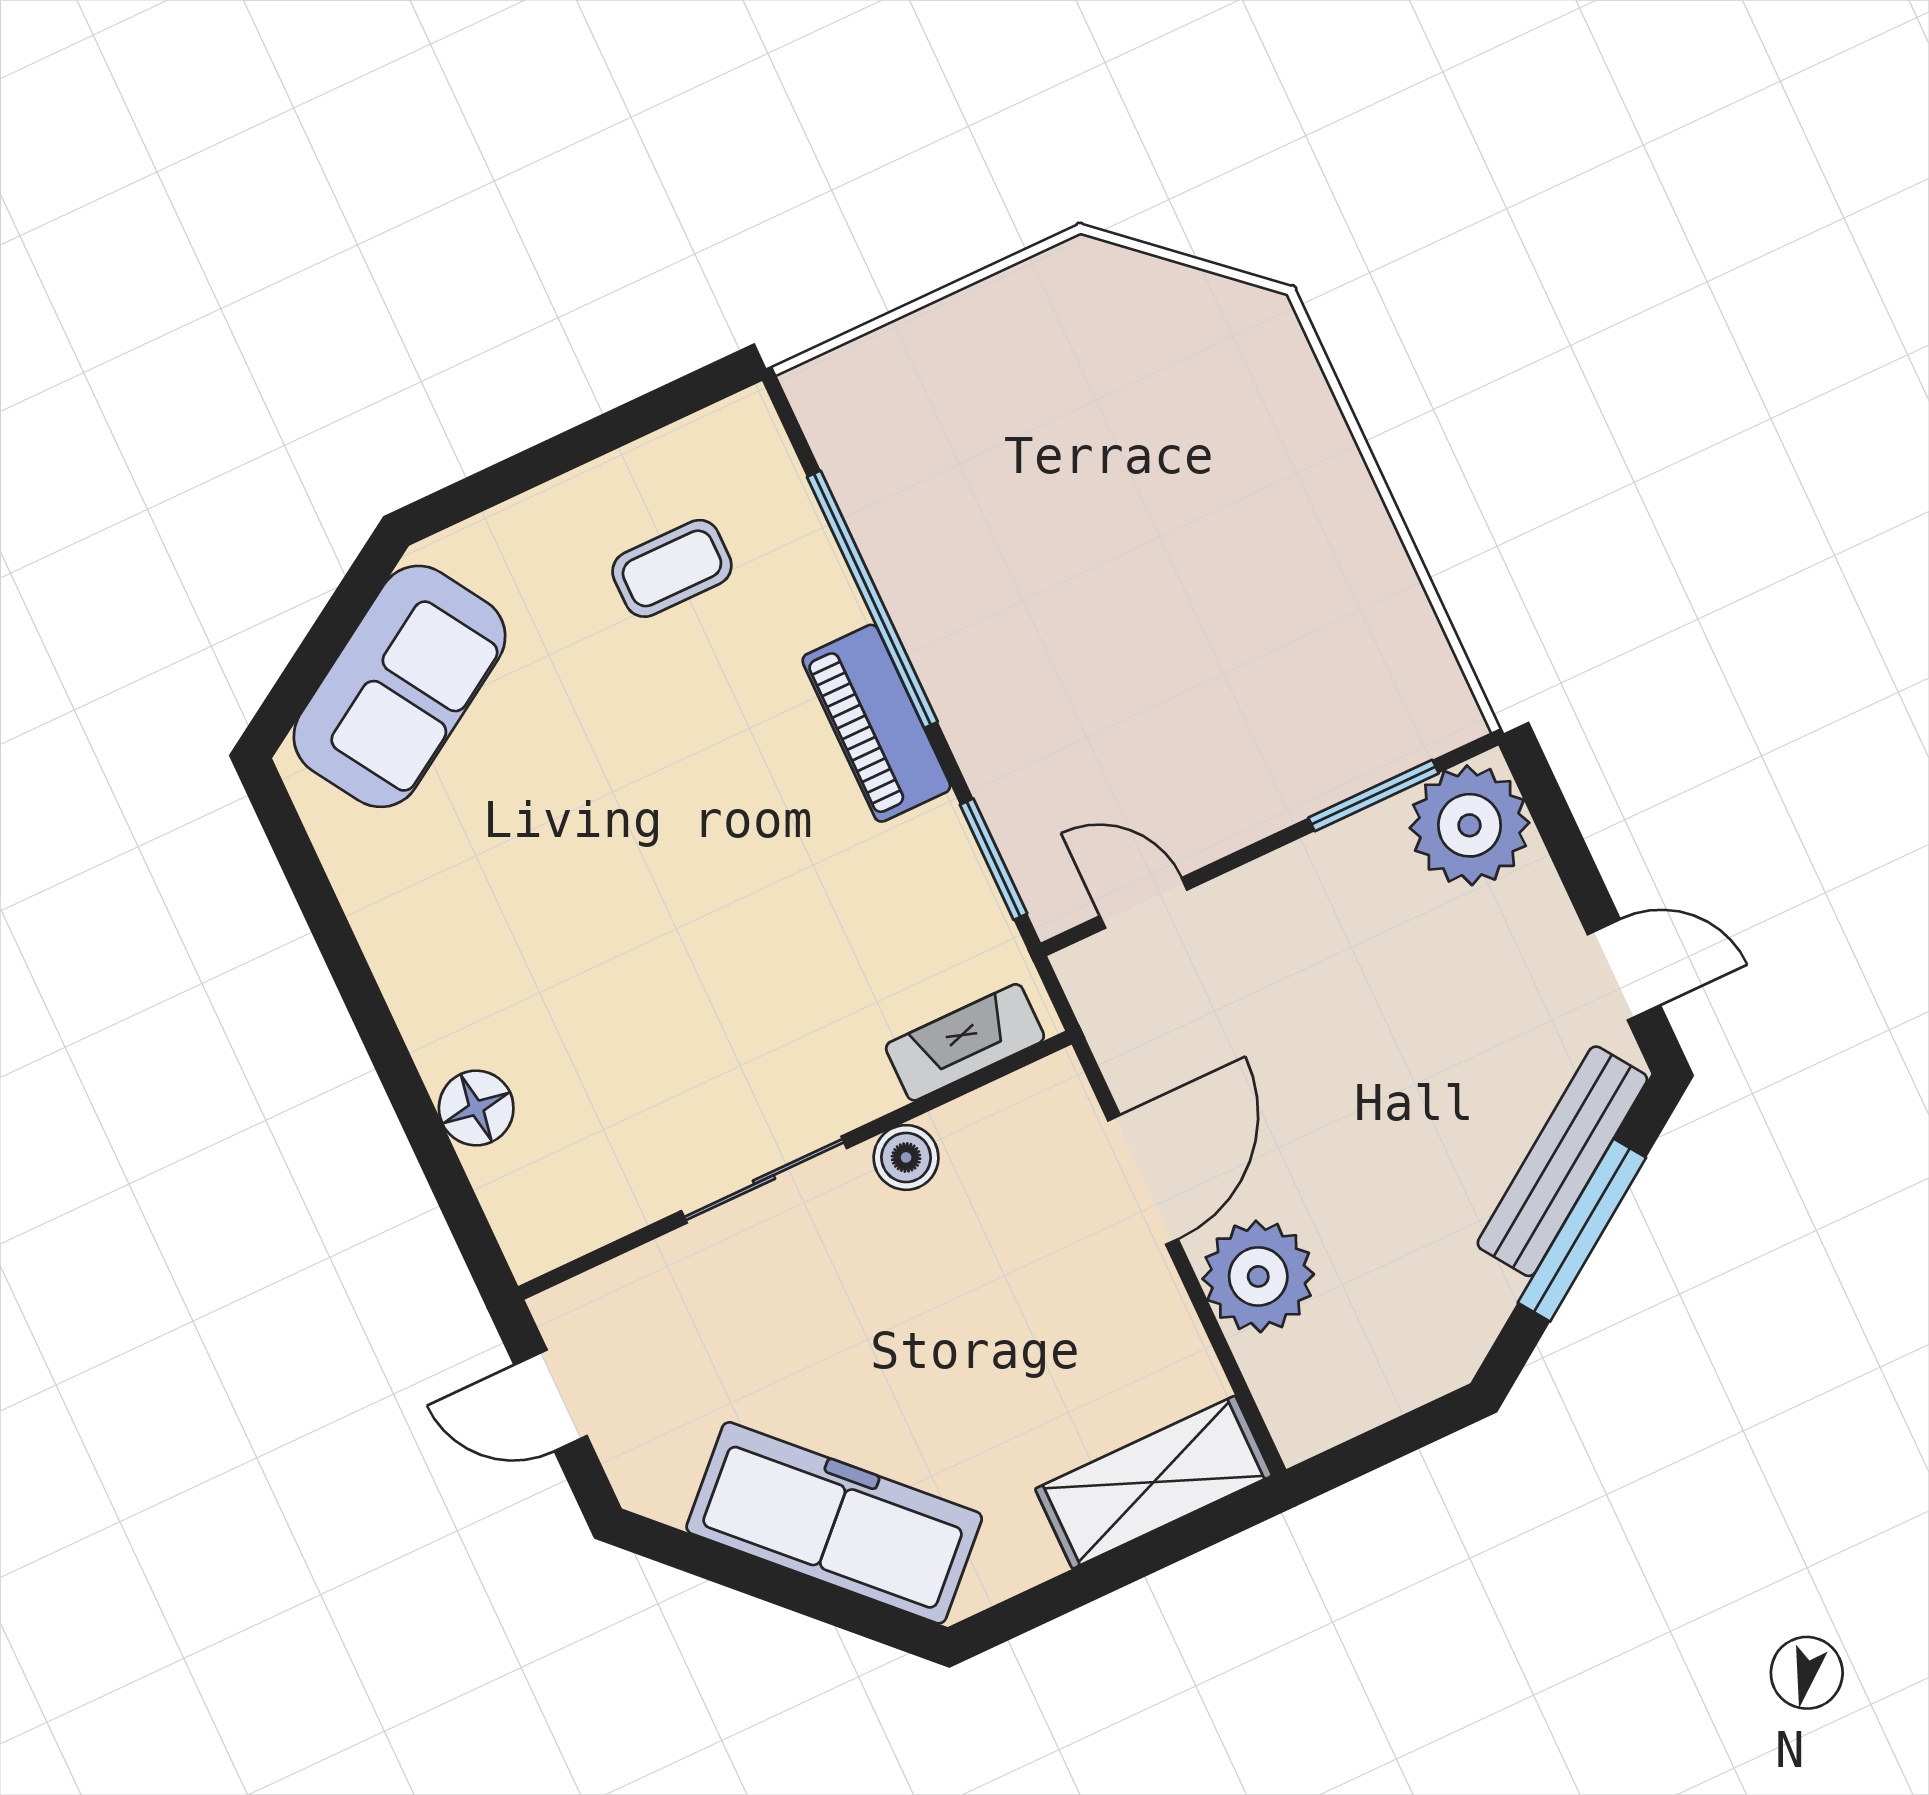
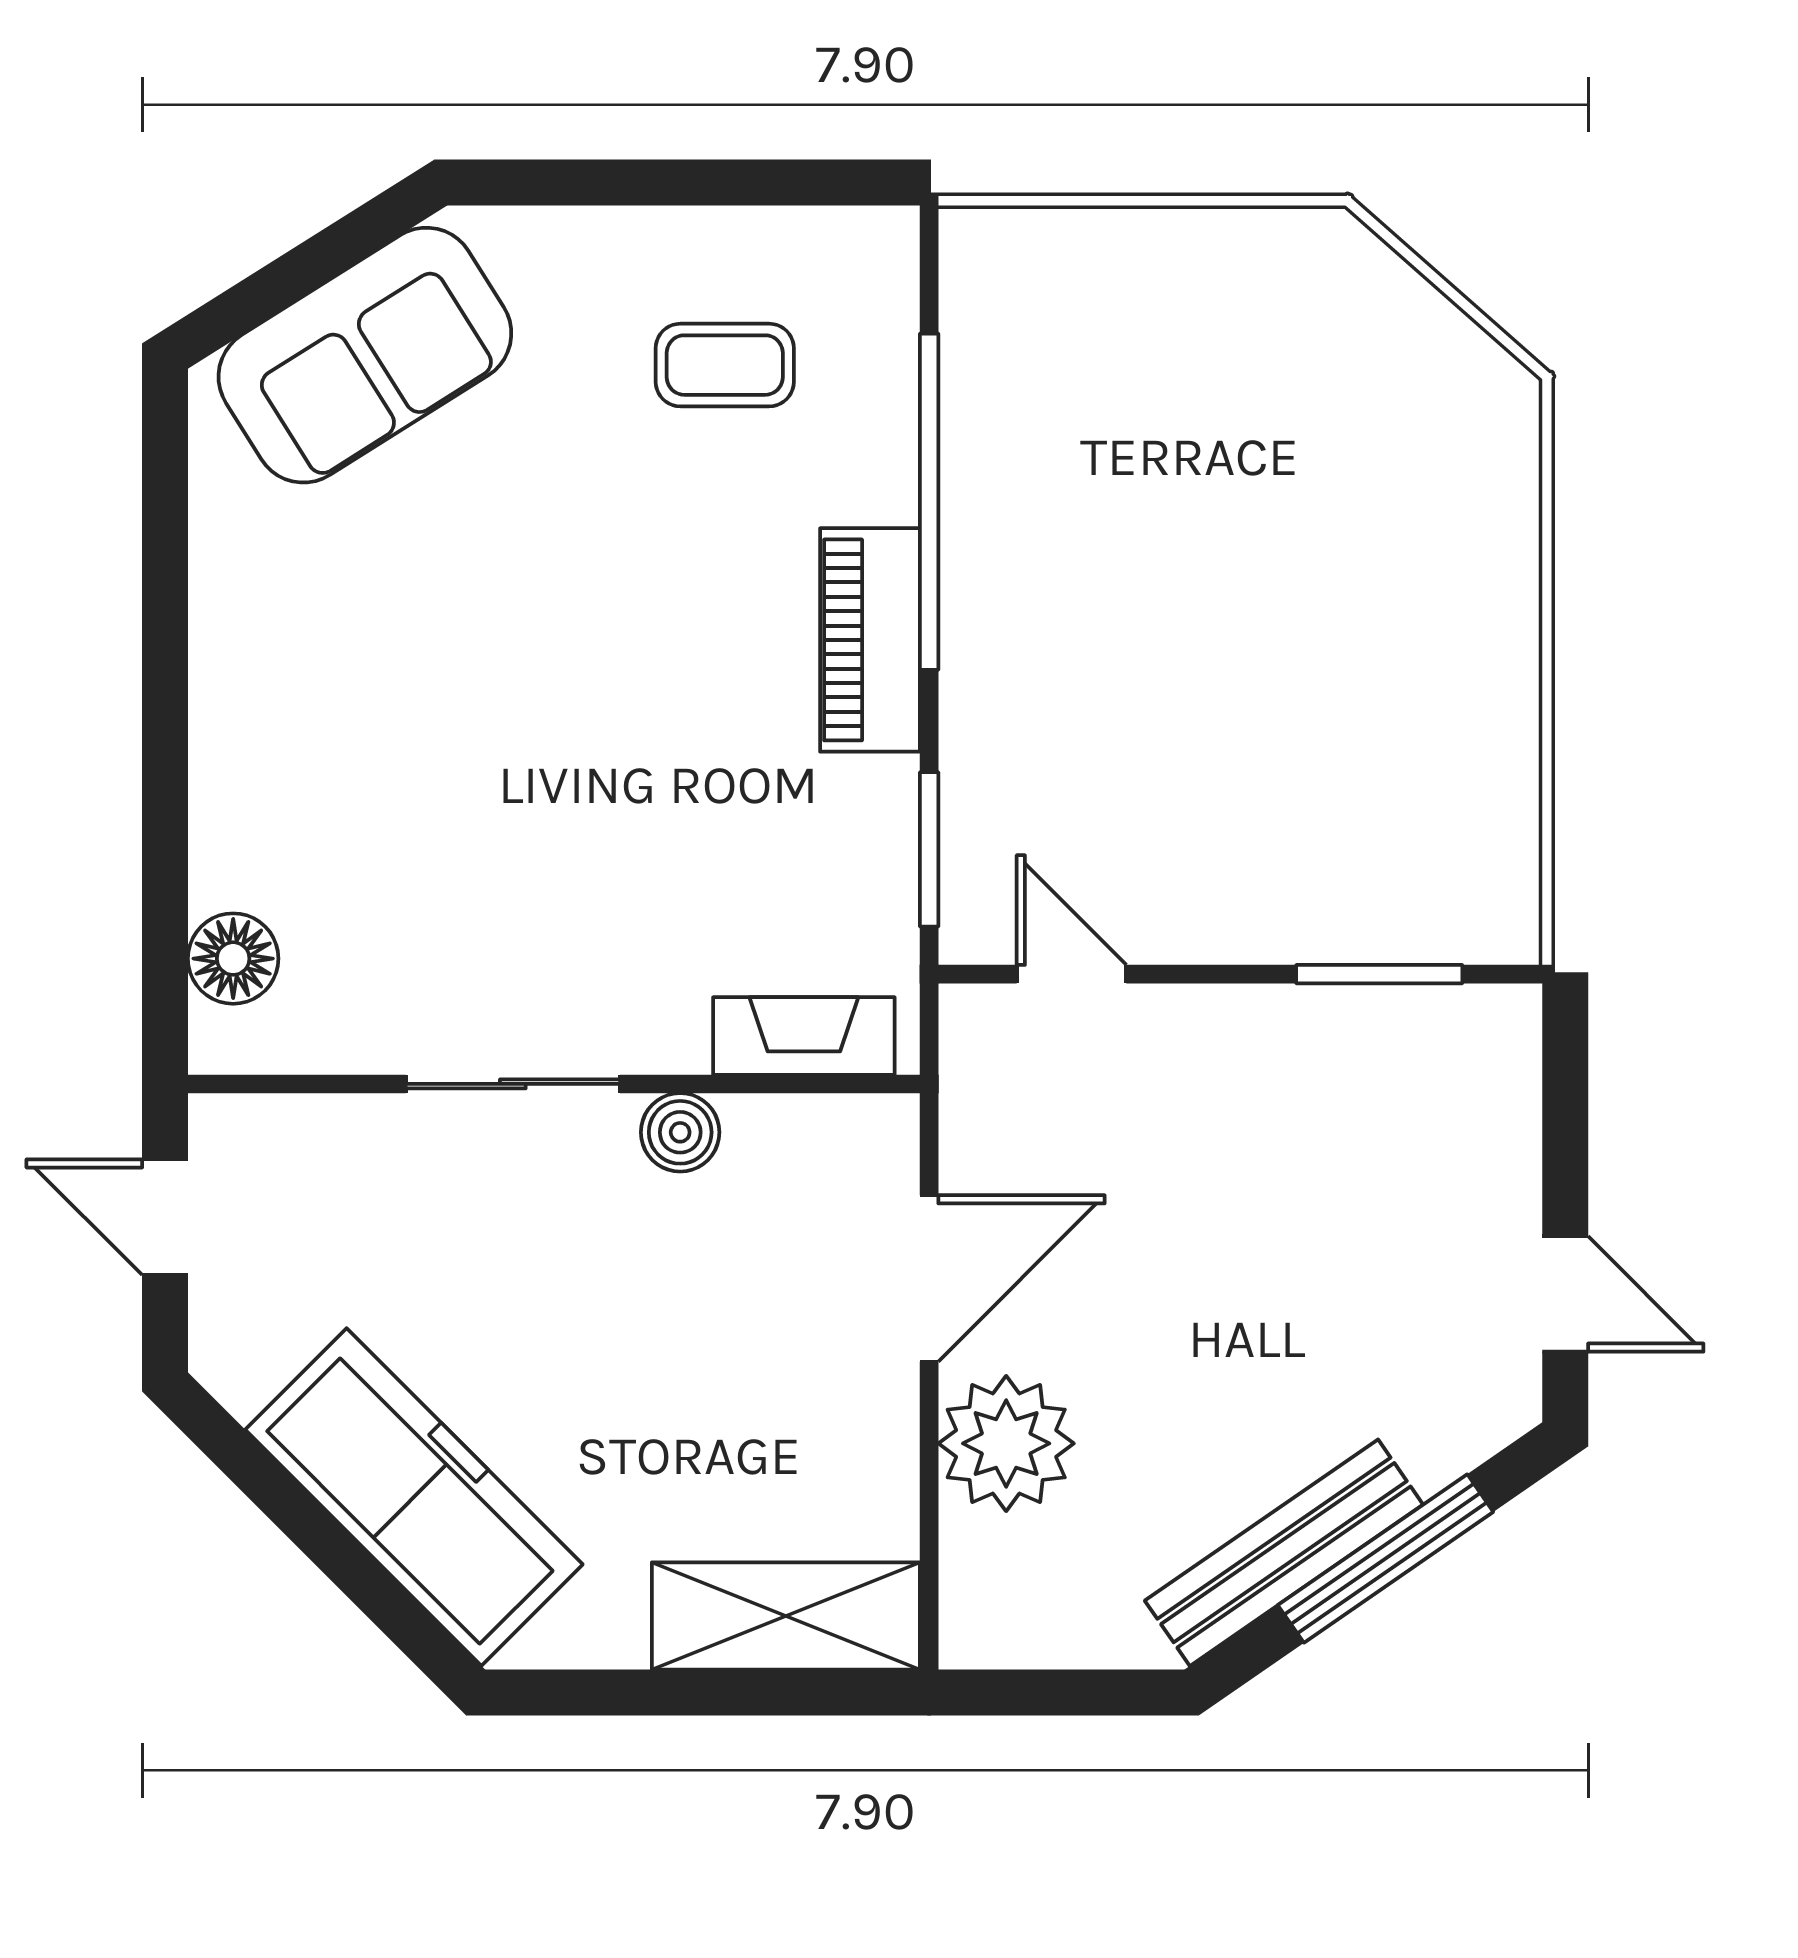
plant: (1470, 825) -> (1470, 1056), removed
floor lamp: (476, 1108) -> (233, 959), moved
bench: (1562, 1161) -> (1284, 1553), moved

